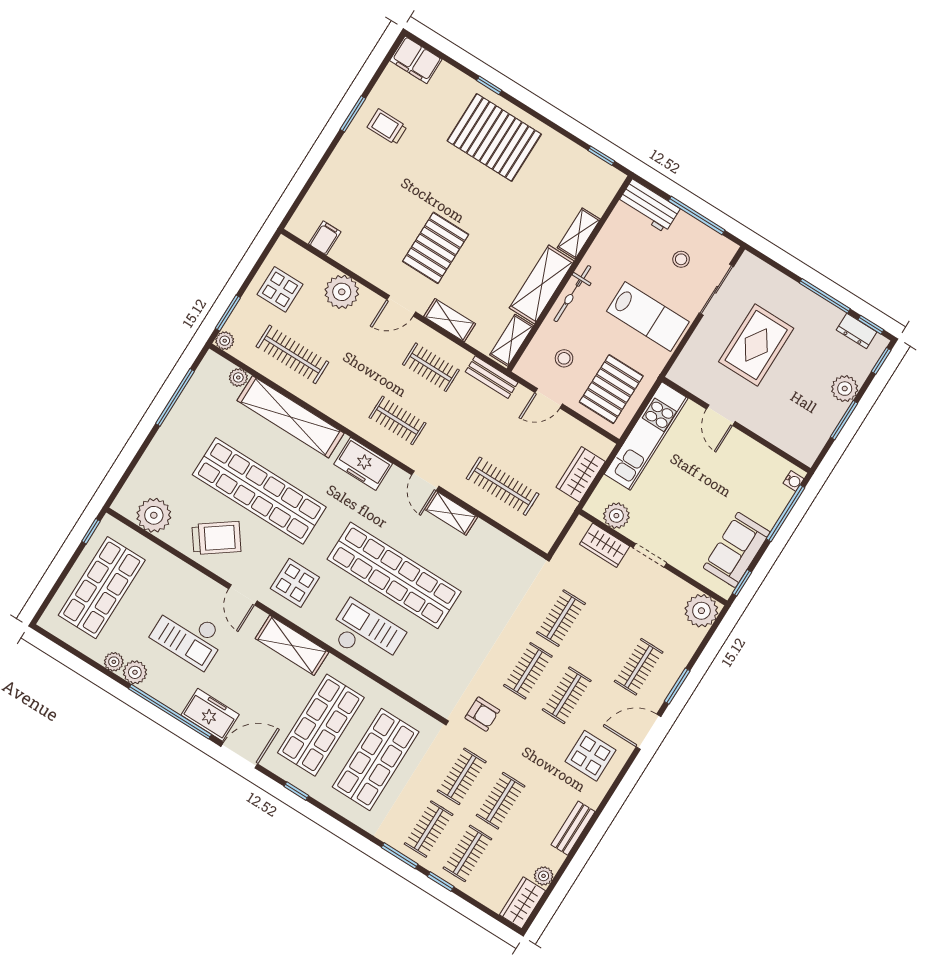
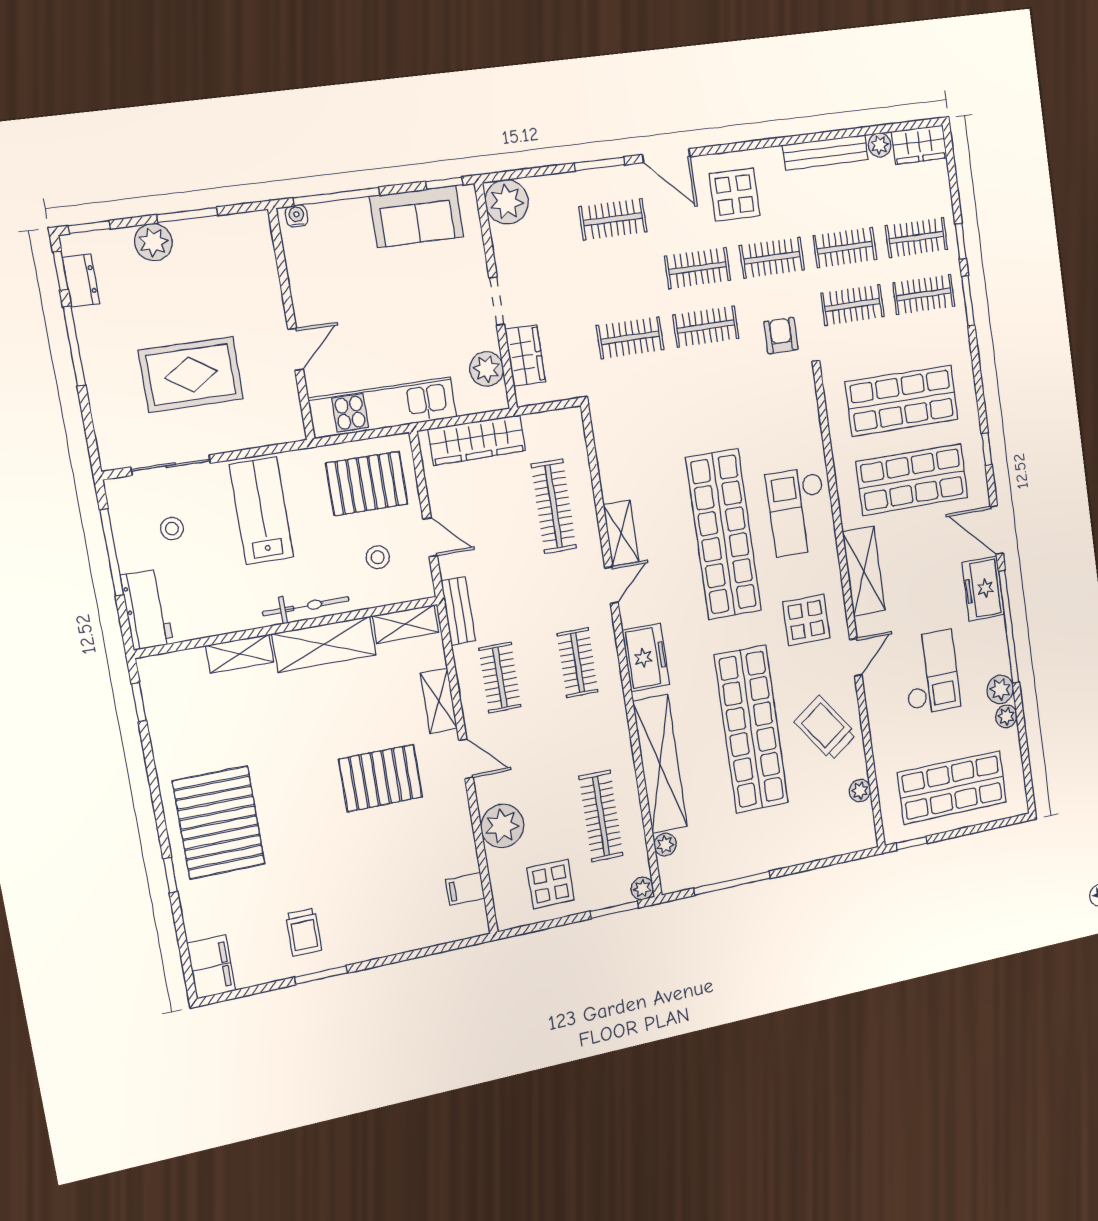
wardrobe: (581, 474) -> (477, 440), width x1.50
plant: (154, 515) -> (860, 791), width x0.53, depth x0.53
clothes rail: (534, 748) -> (772, 258), added
bench: (573, 828) -> (825, 152), width x1.36

